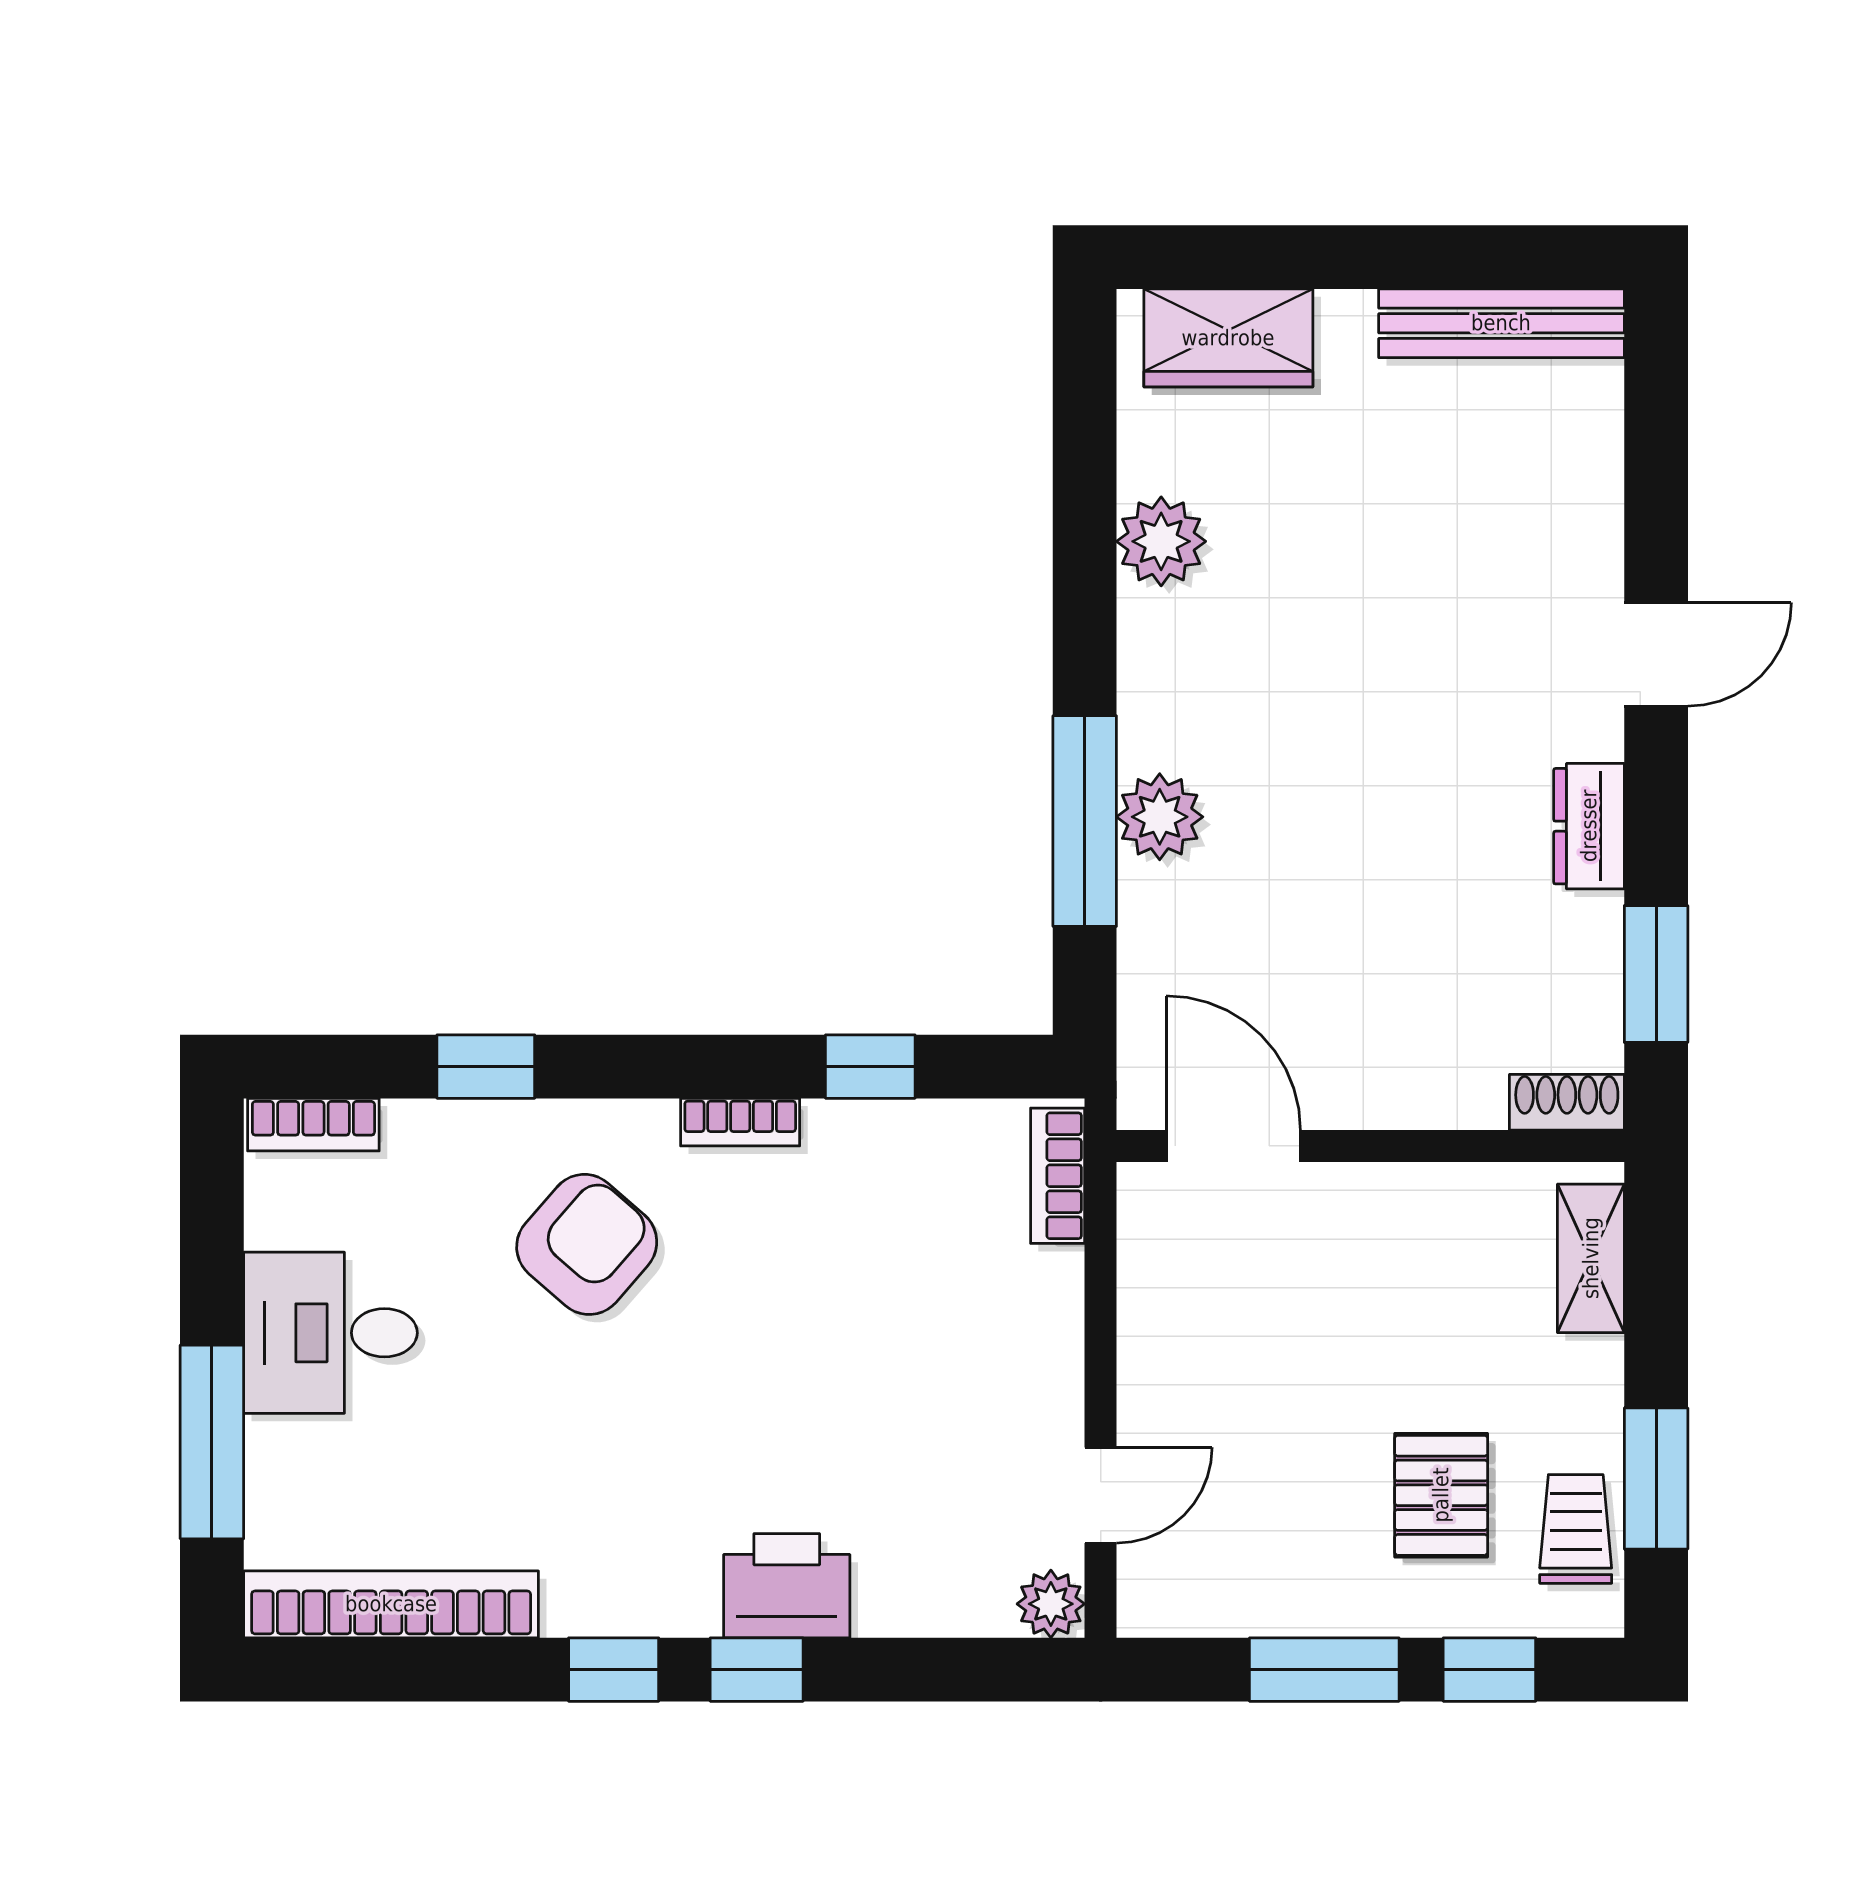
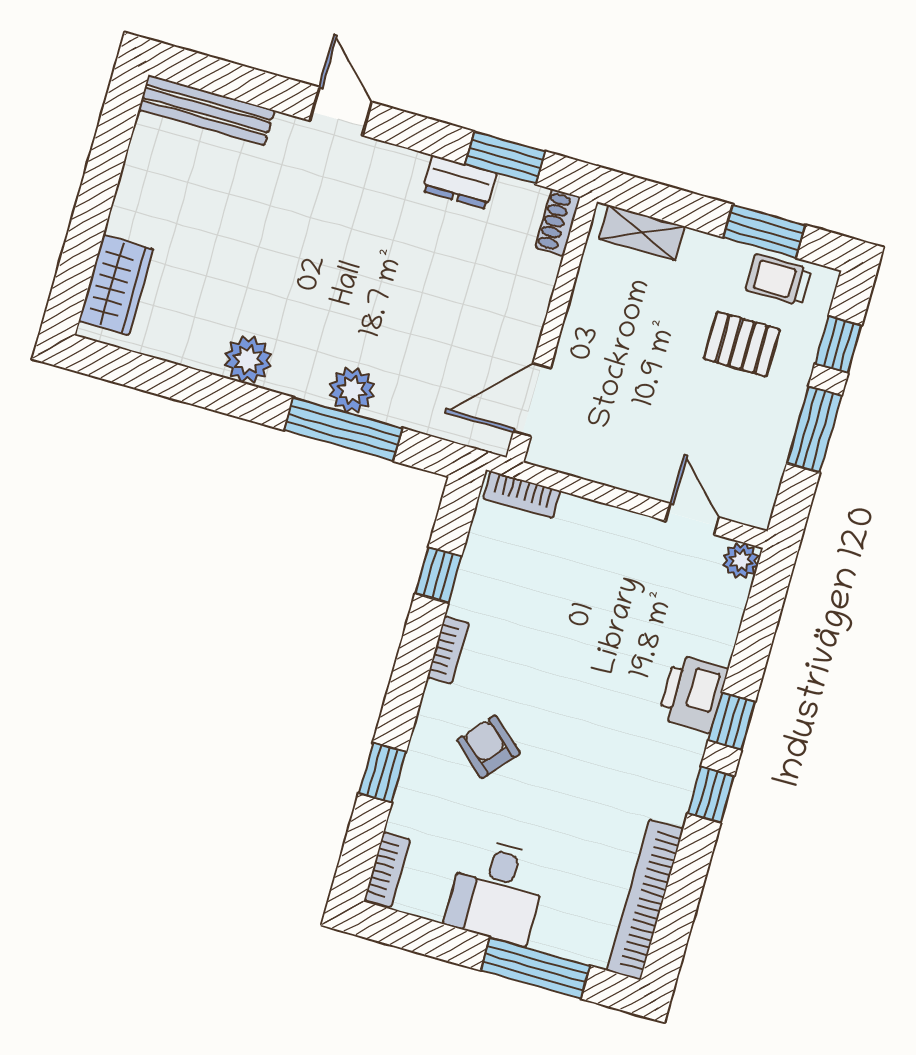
bench: (1501, 323) -> (206, 110), moved, turned 90
plant: (1161, 541) -> (248, 360), moved
dresser: (1589, 826) -> (459, 182), moved
armchair: (587, 1244) -> (488, 747), width x0.72, depth x0.72

